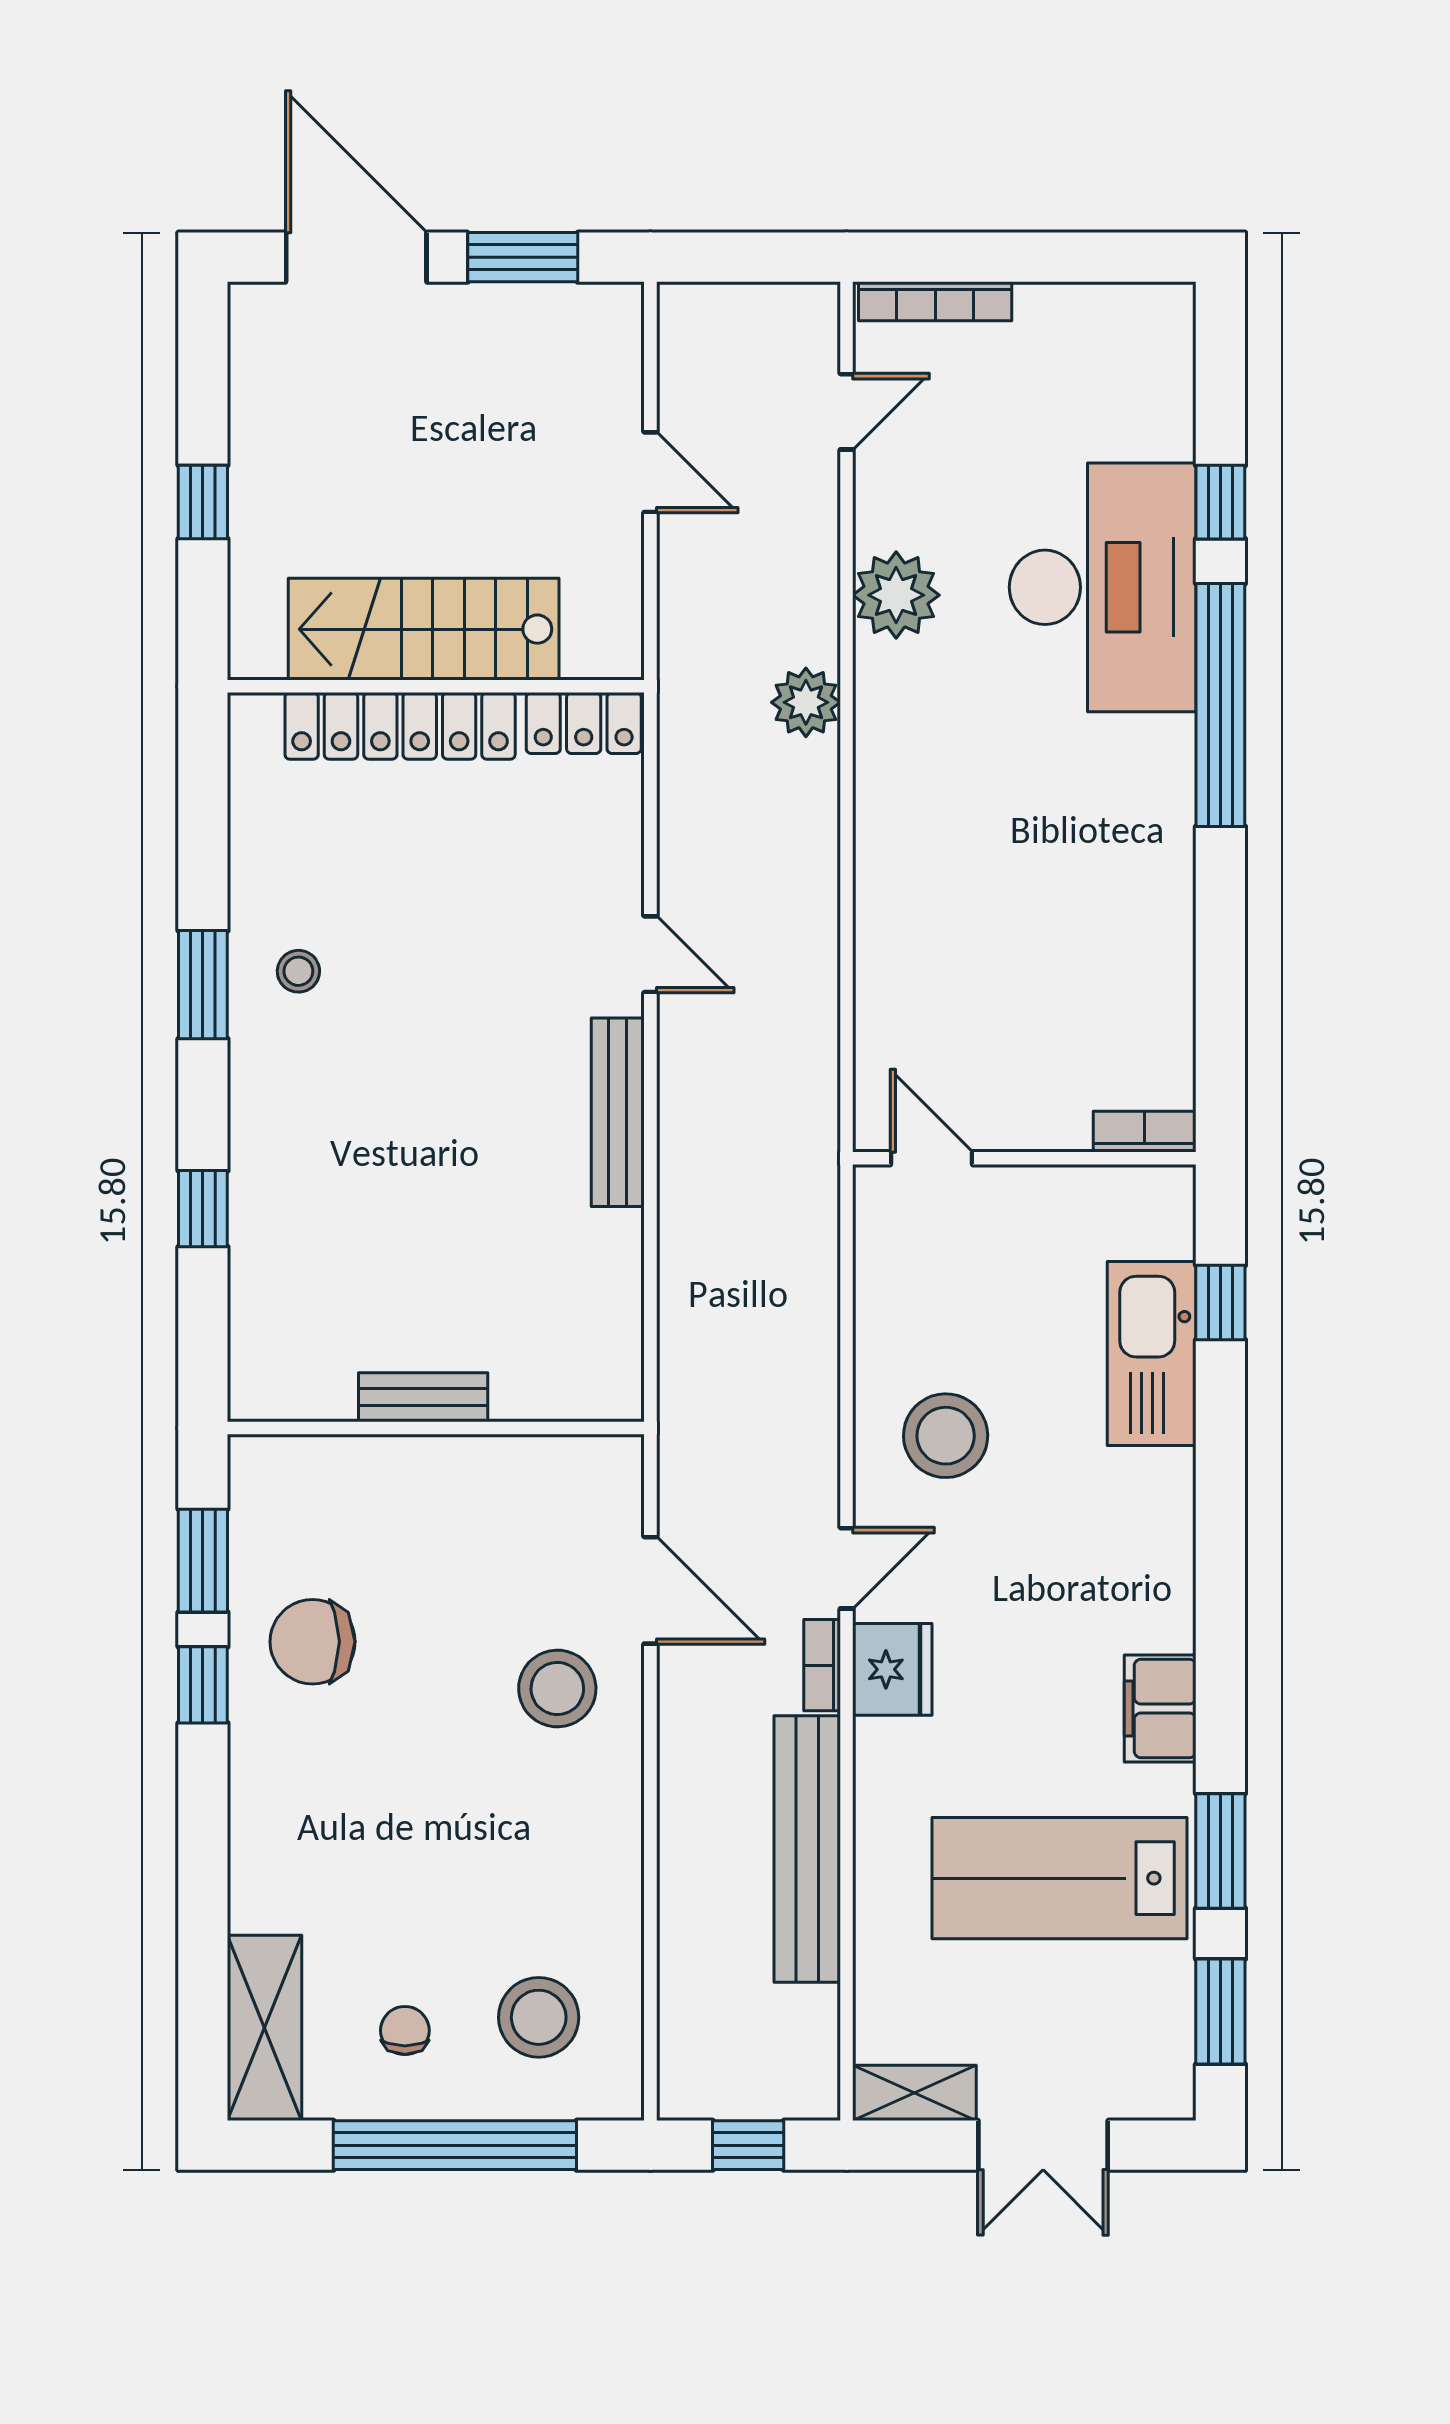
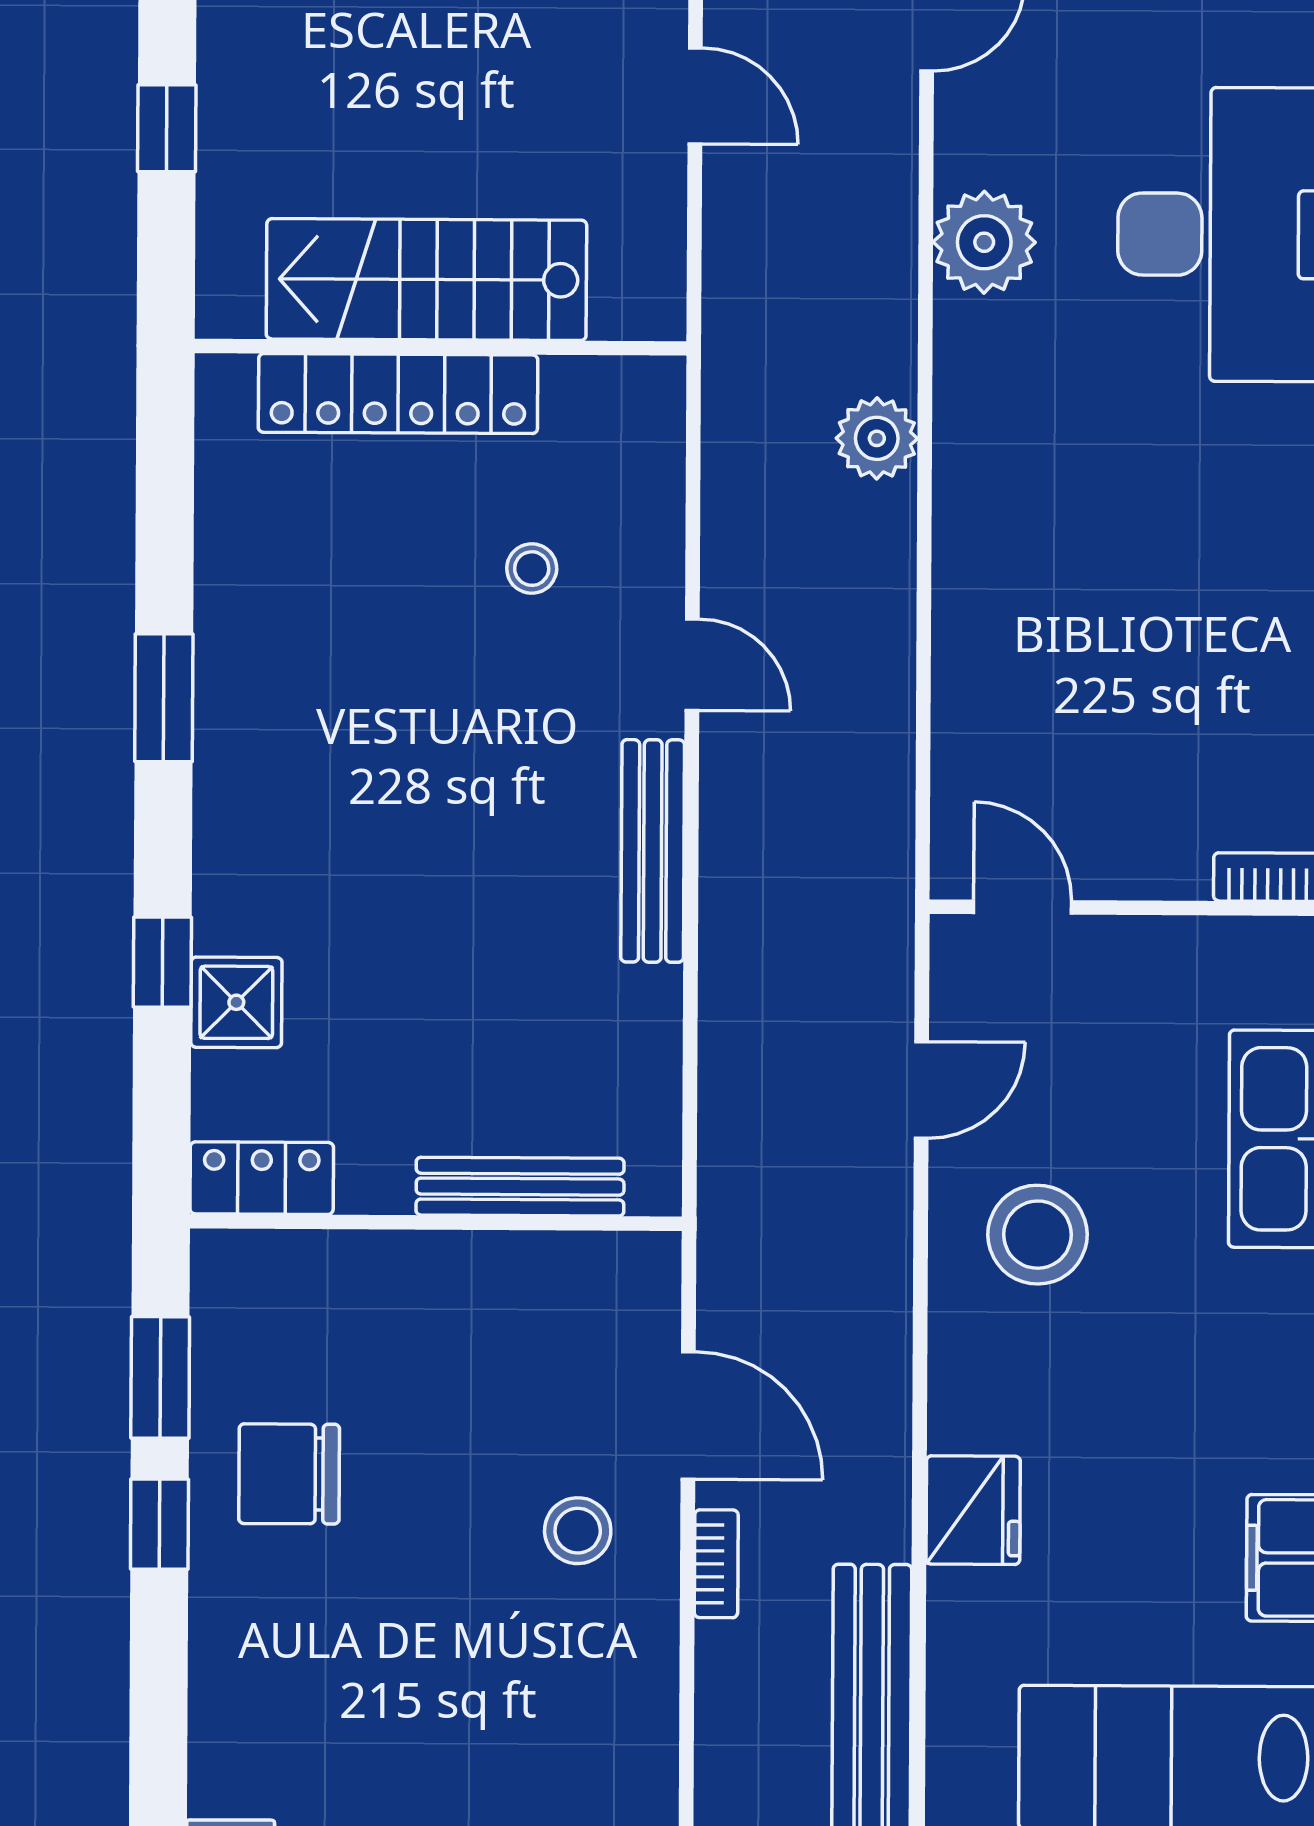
plant: (806, 702) -> (877, 438), moved
locker: (584, 723) -> (262, 1178), moved, turned 180
stool: (298, 971) -> (532, 569), moved
shower: (266, 1242) -> (236, 1002), added
bench: (423, 1397) -> (520, 1187), moved, width x1.36
door: (847, 1568) -> (921, 1090), moved
bookcase: (822, 1665) -> (716, 1564), moved, turned 180
stool: (557, 1689) -> (578, 1531), width x0.73, depth x0.73

